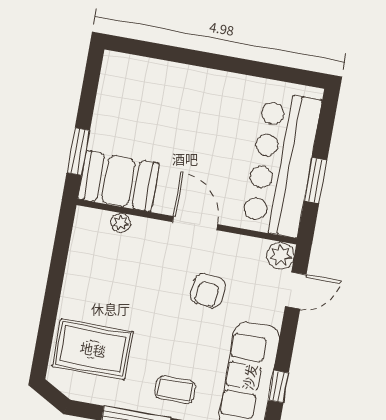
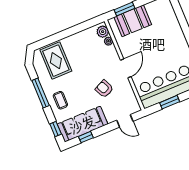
booth: (118, 181) -> (133, 21), moved, turned 90
plant: (280, 255) -> (103, 32), moved
armchair: (208, 291) -> (104, 89), turned 59

